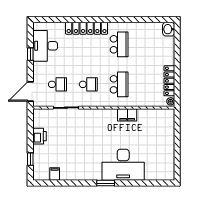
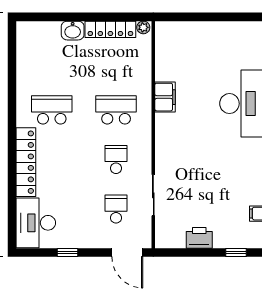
washbasin: (169, 29) -> (73, 31), moved
desk: (45, 46) -> (36, 223), moved, turned 90

